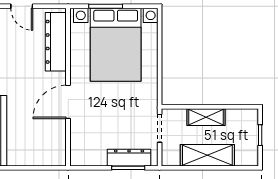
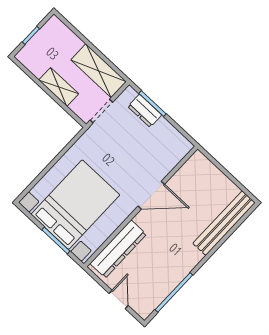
shelving: (207, 155) -> (99, 71), moved
dresser: (129, 158) -> (145, 111), width x0.70

